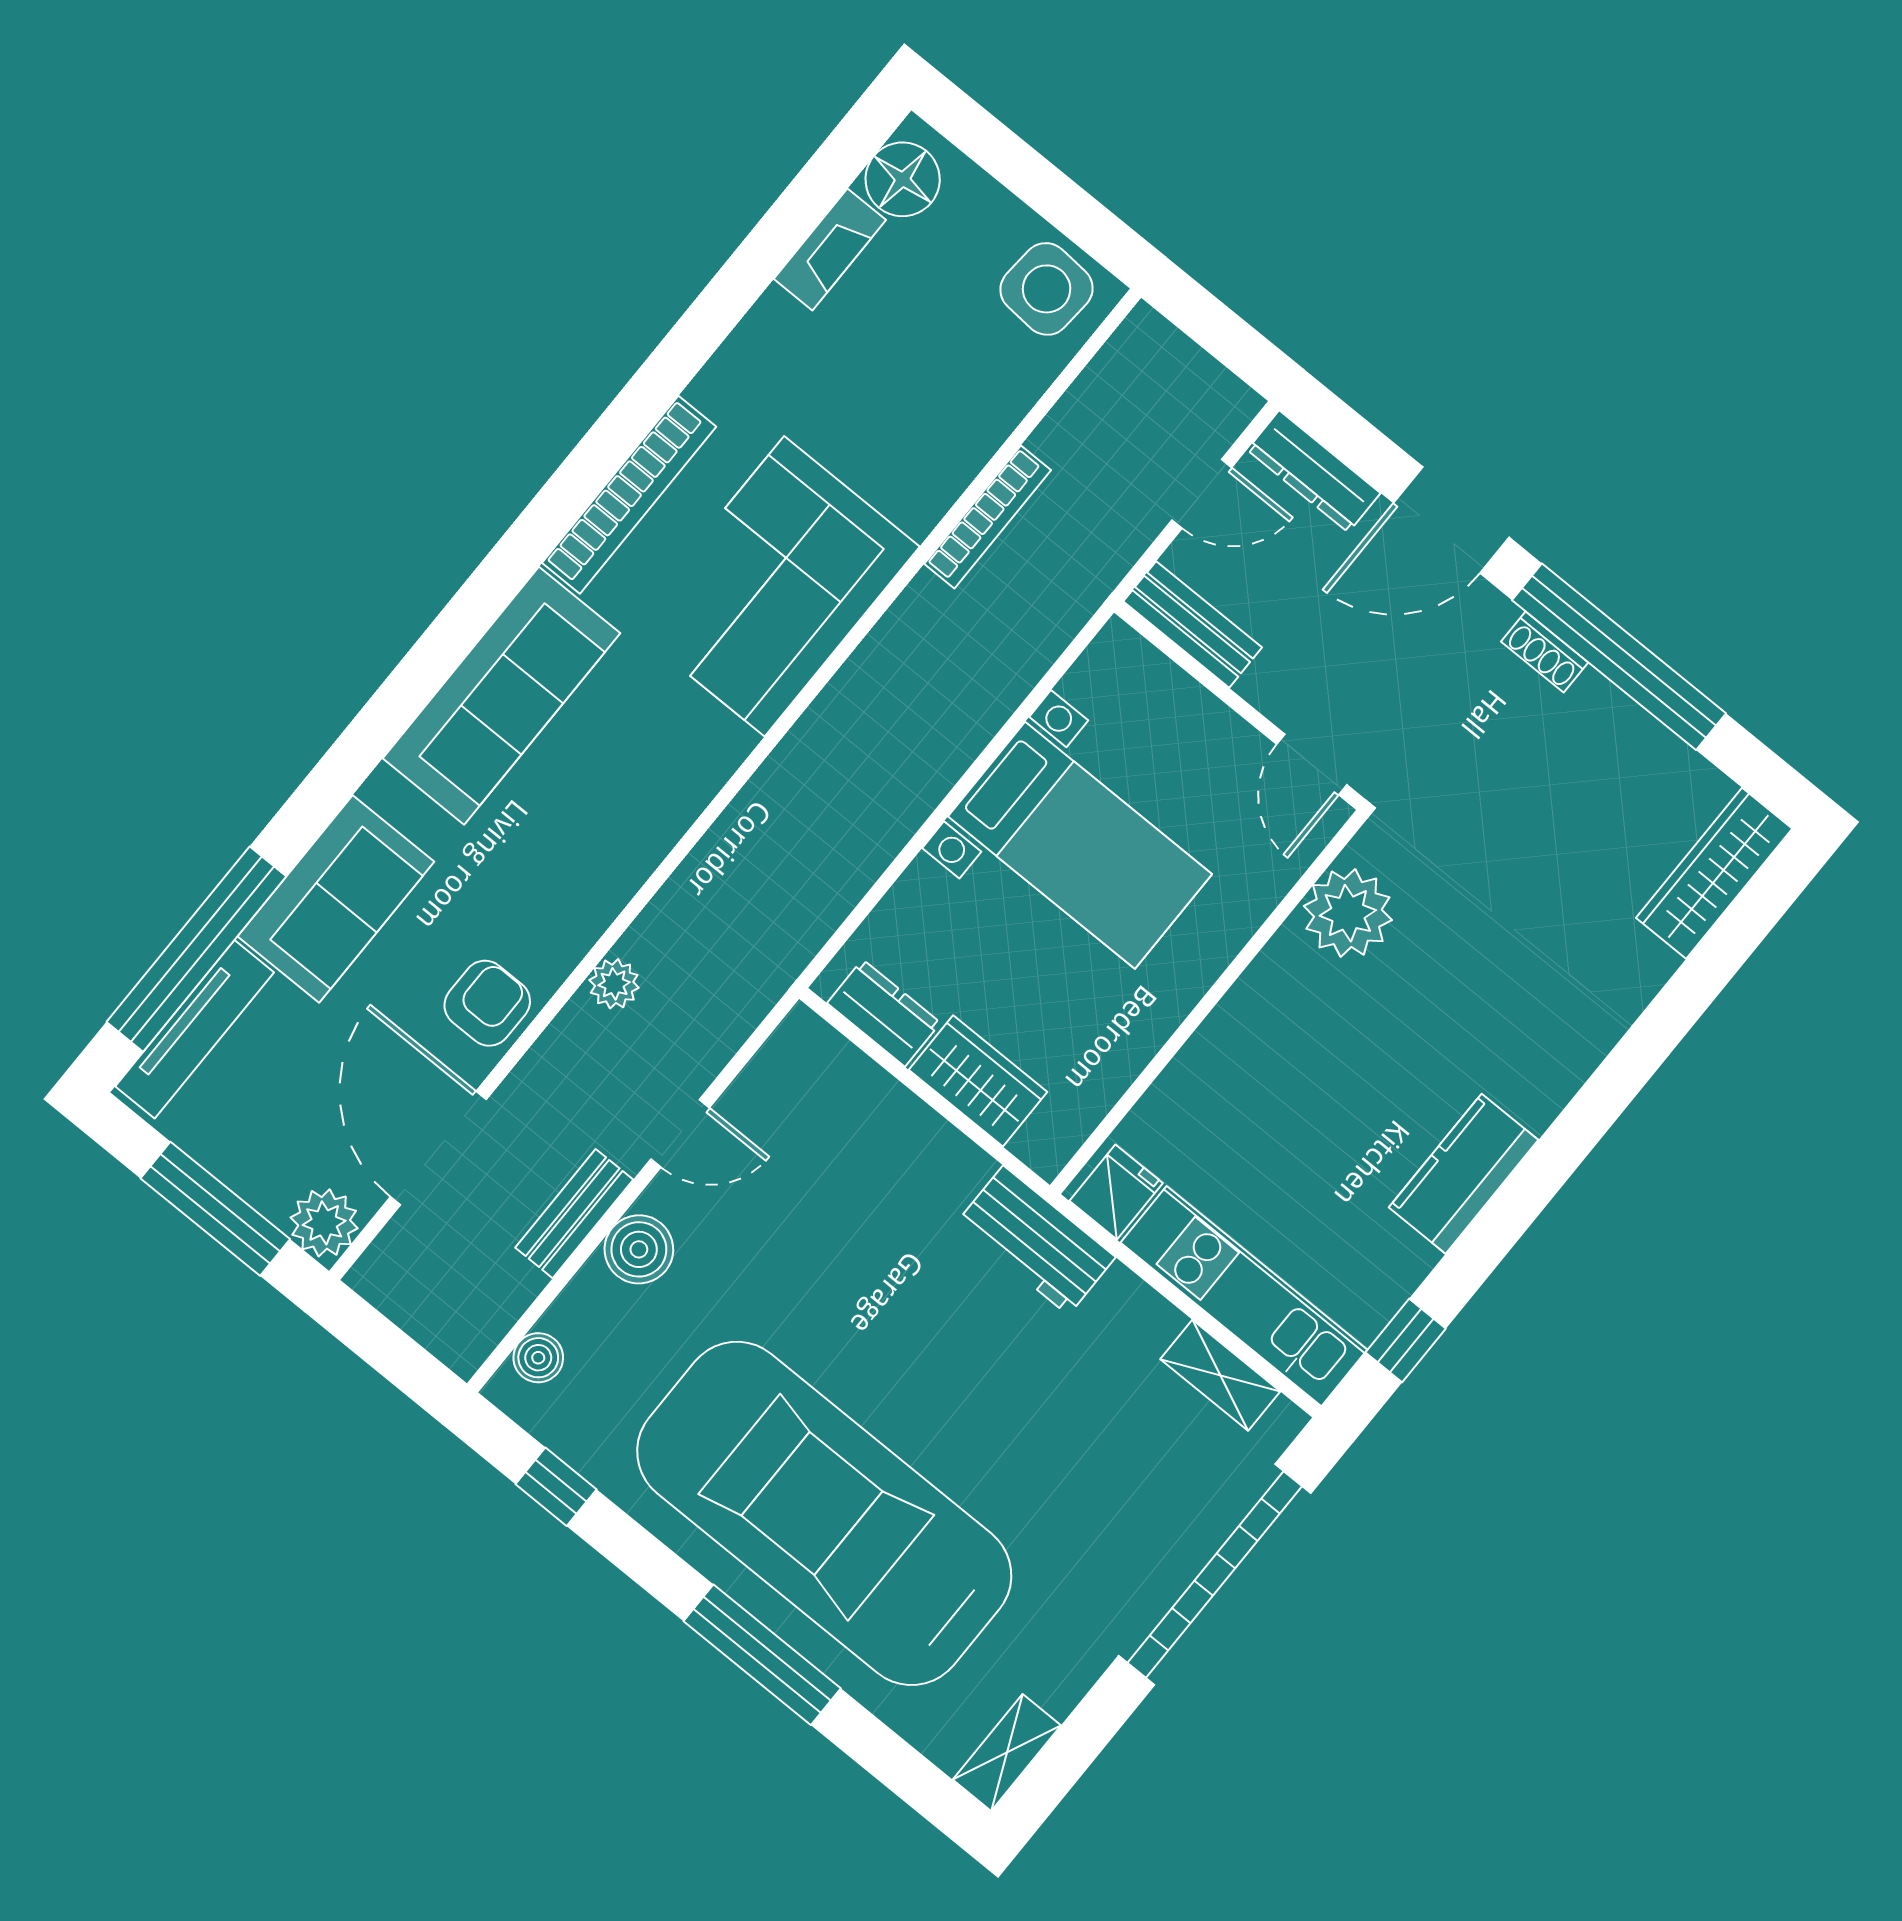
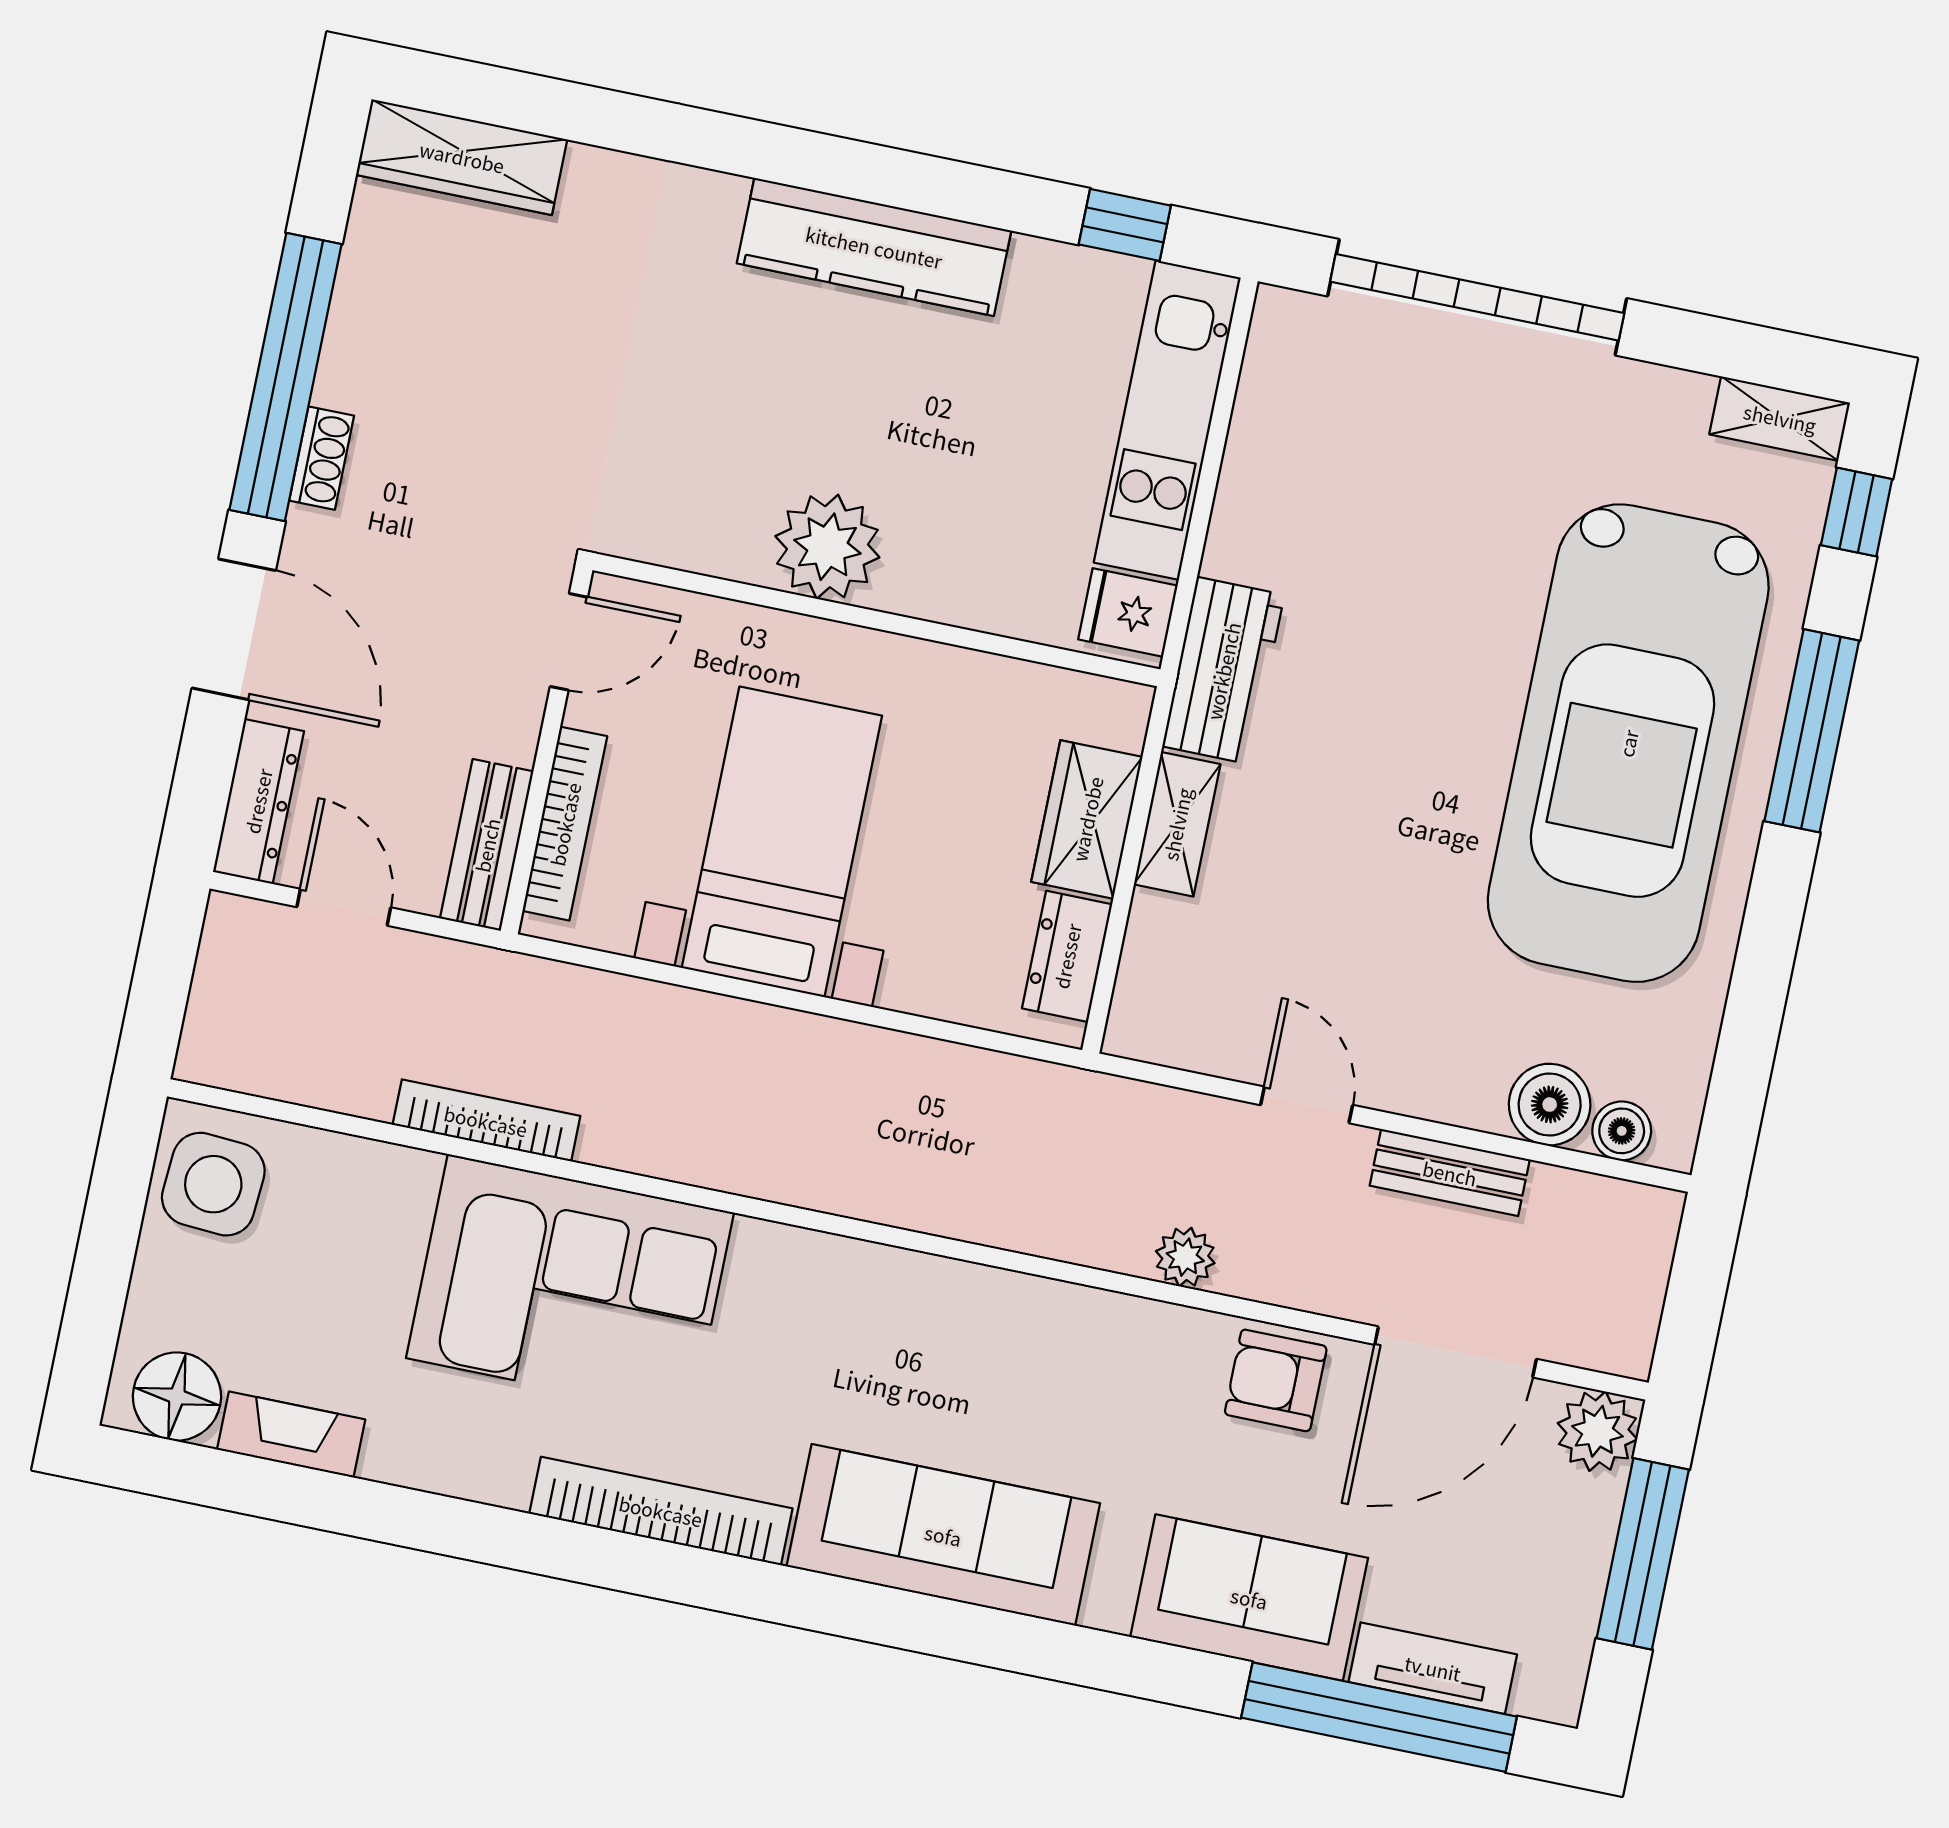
corner sofa: (774, 586) -> (570, 1285), moved
bookcase: (1178, 691) -> (565, 824), added
plant: (1348, 913) -> (827, 547), moved
tv unit: (195, 1029) -> (1433, 1668), width x0.71
kitchen counter: (1464, 1174) -> (874, 247), width x1.50
boiler: (639, 1249) -> (1550, 1105), moved
shelving: (1220, 1375) -> (1177, 824), moved
window: (556, 1487) -> (1857, 512), moved

